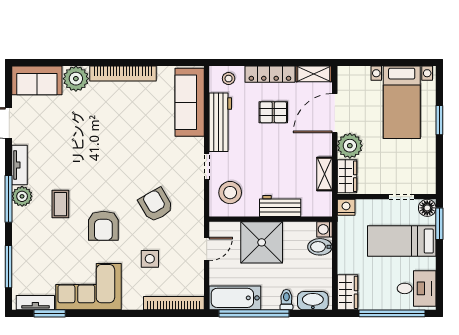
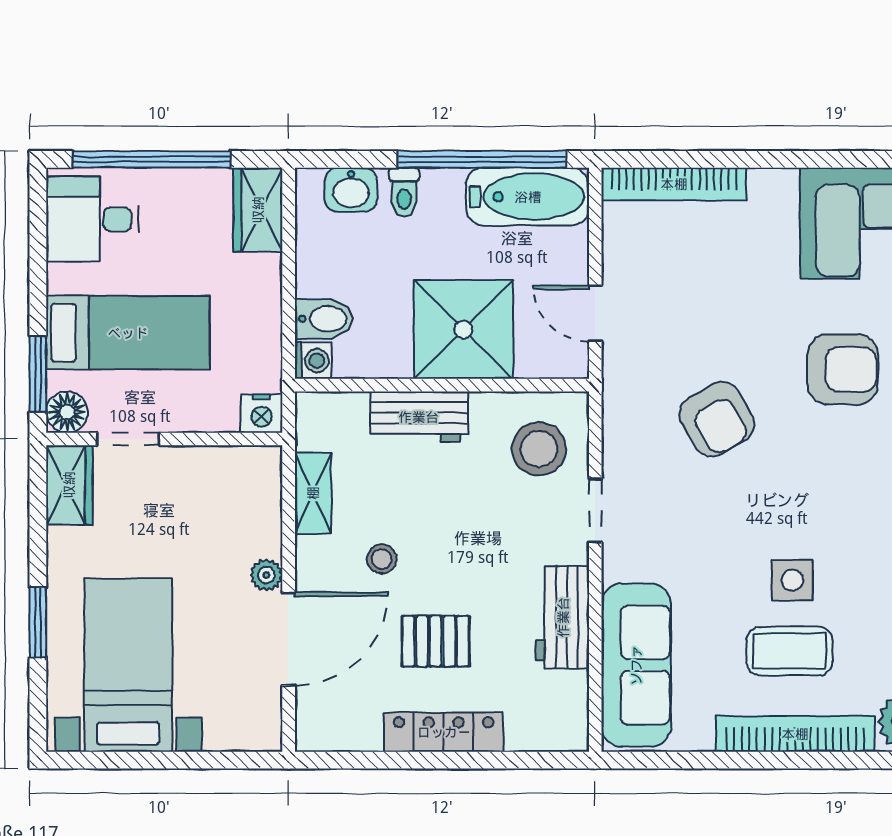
shelving: (314, 74) -> (339, 733), removed
stool: (229, 79) -> (382, 559), moved
coffee table: (126, 108) -> (789, 651), added
workbench: (220, 122) -> (563, 617), width x0.73
plant: (350, 146) -> (266, 575), width x0.53, depth x0.53
wardrobe: (347, 176) -> (69, 485), moved, turned 180
armchair: (103, 226) -> (843, 369), turned 90
door: (207, 249) -> (595, 314), hinge flipped
side table: (150, 259) -> (792, 580), moved
washbasin: (313, 301) -> (351, 190), width x0.72

